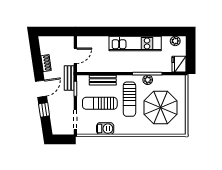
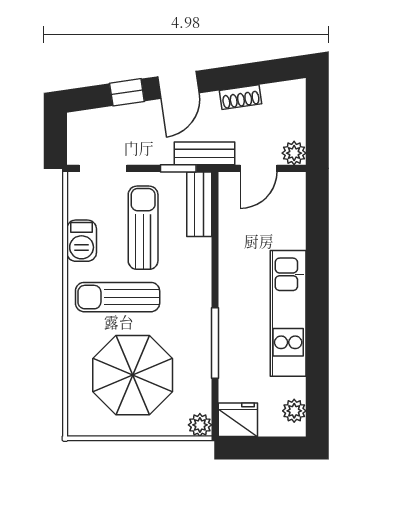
plant: (69, 41) -> (294, 153), added
door: (75, 56) -> (258, 168), hinge flipped
bench: (103, 80) -> (199, 204), moved
plant: (148, 80) -> (200, 425), moved
door: (41, 89) -> (178, 85), hinge flipped
sun lounger: (129, 99) -> (118, 297), moved

